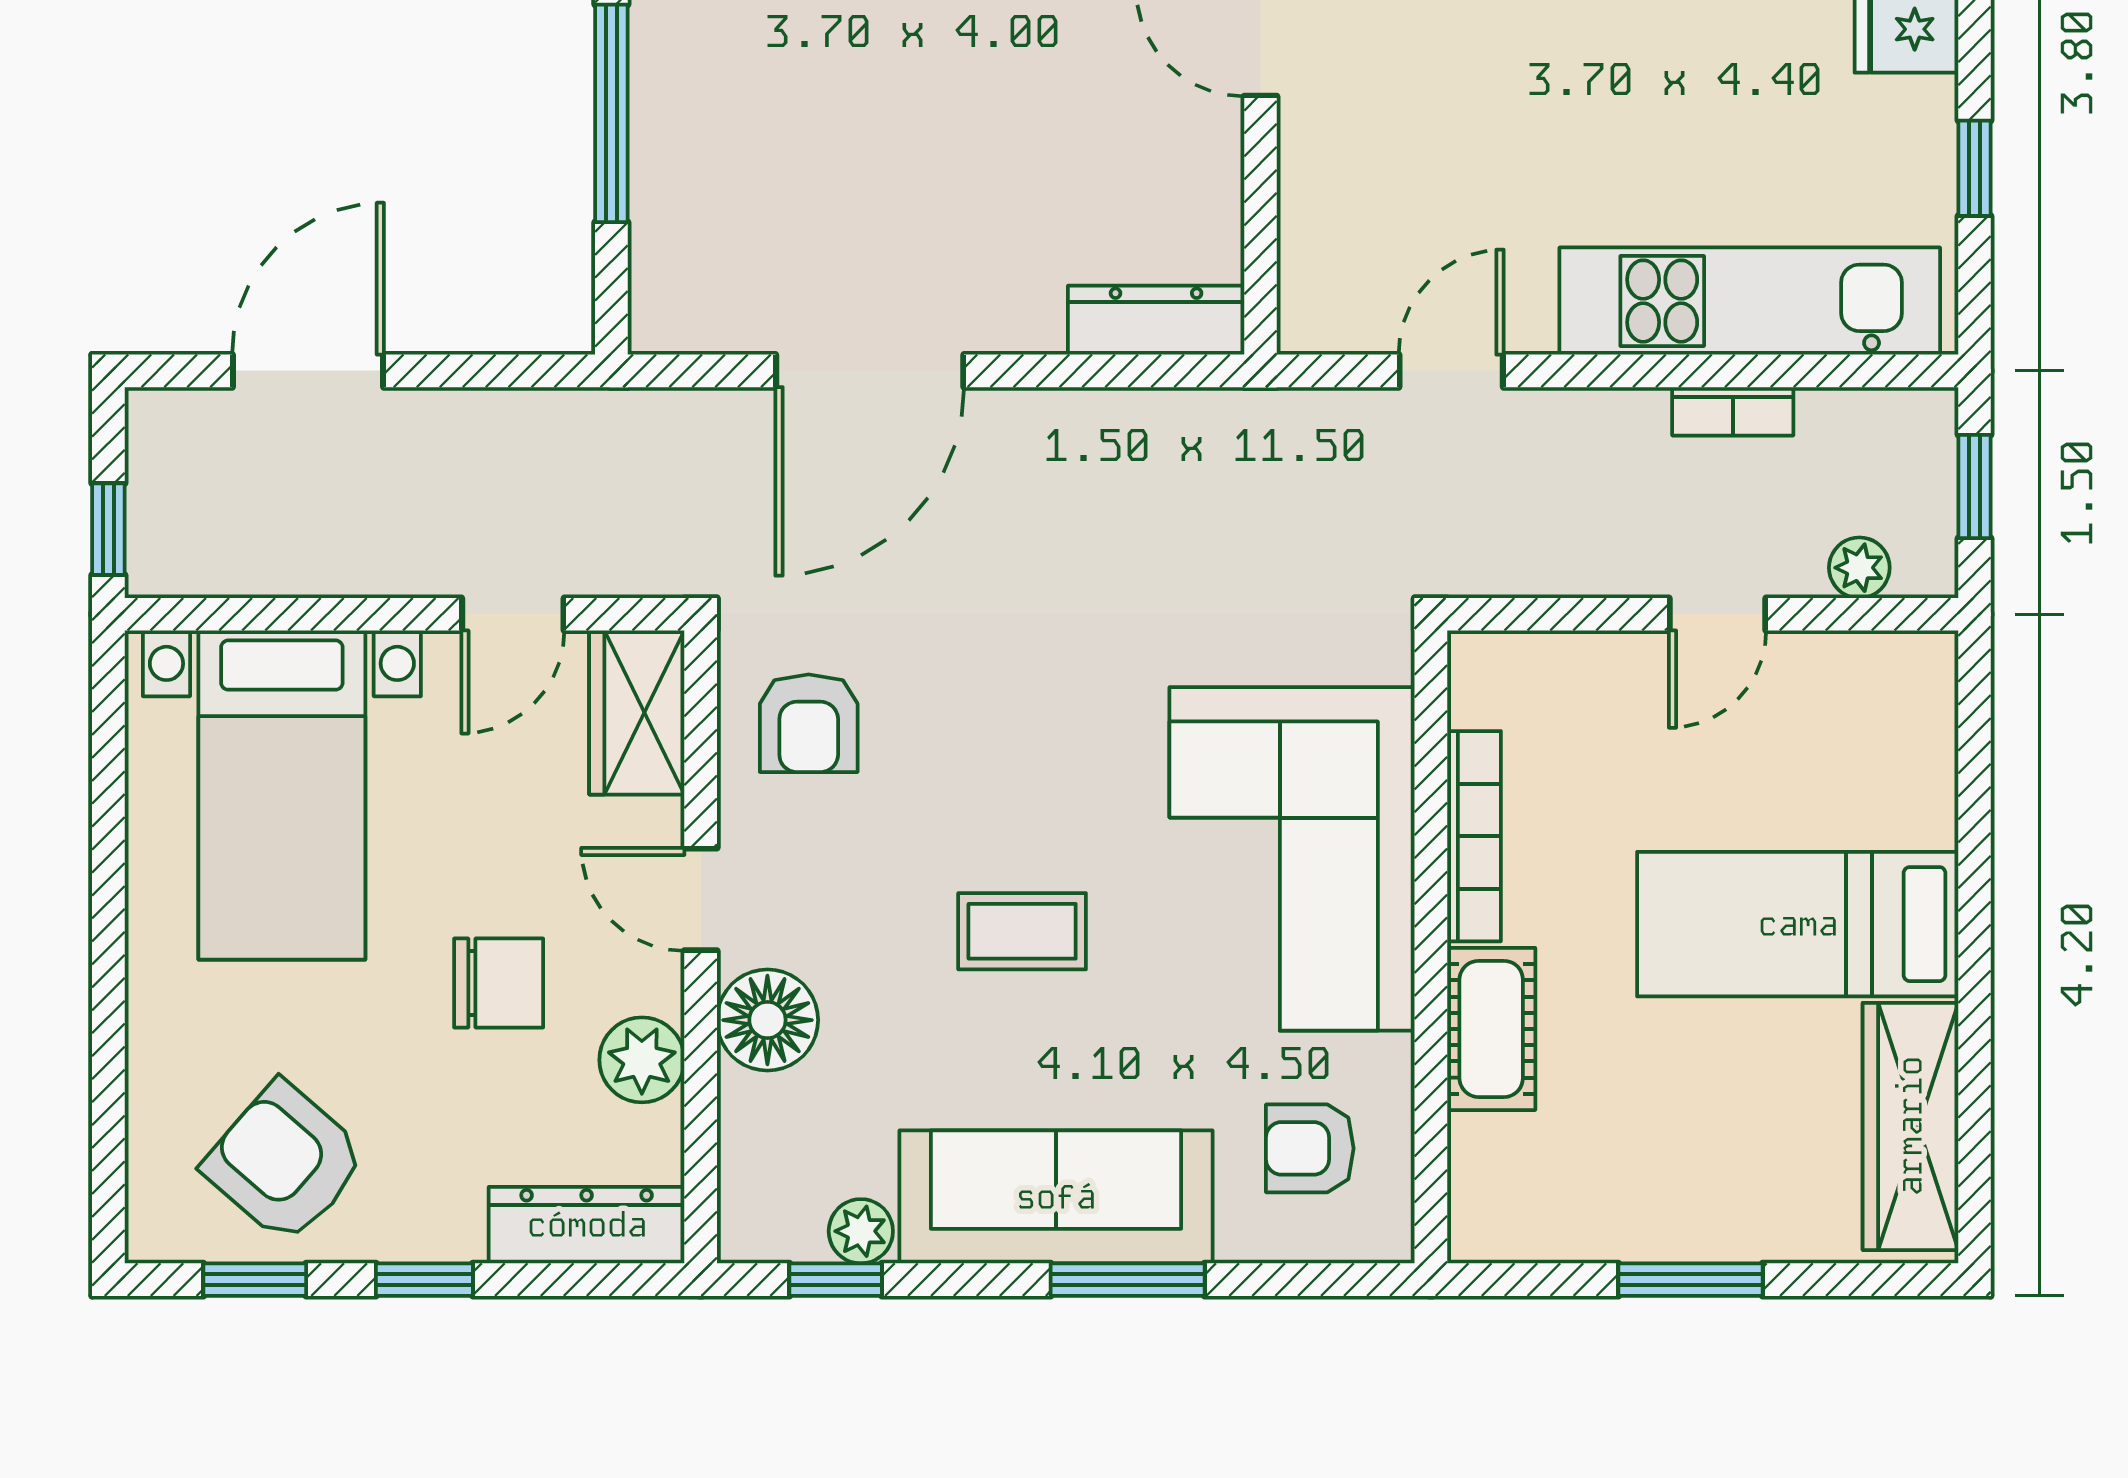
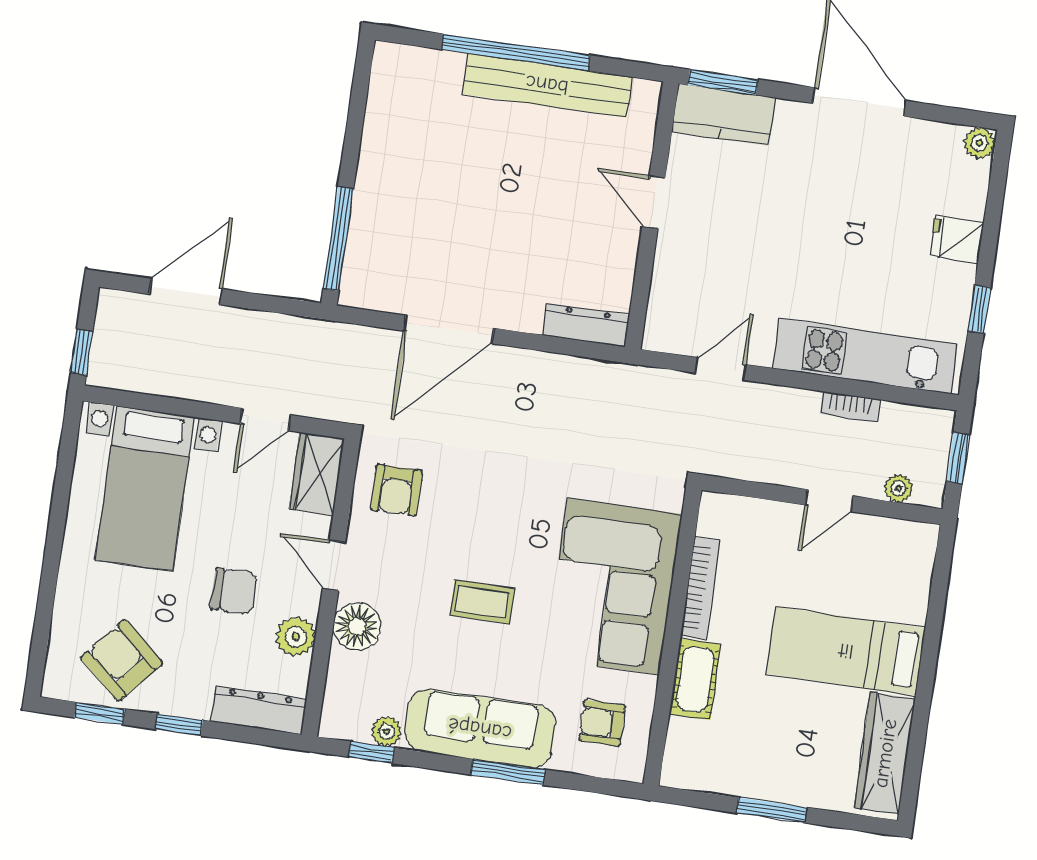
window: (611, 113) -> (338, 239), moved

